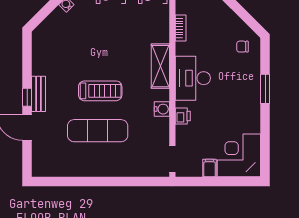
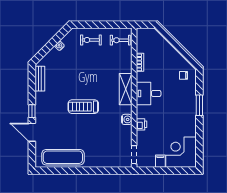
desk: (193, 78) -> (149, 93), width x0.73
treadmill: (100, 91) -> (83, 107), turned 180
bench: (39, 94) -> (40, 79), moved
exercise mat: (98, 131) -> (63, 157), moved

